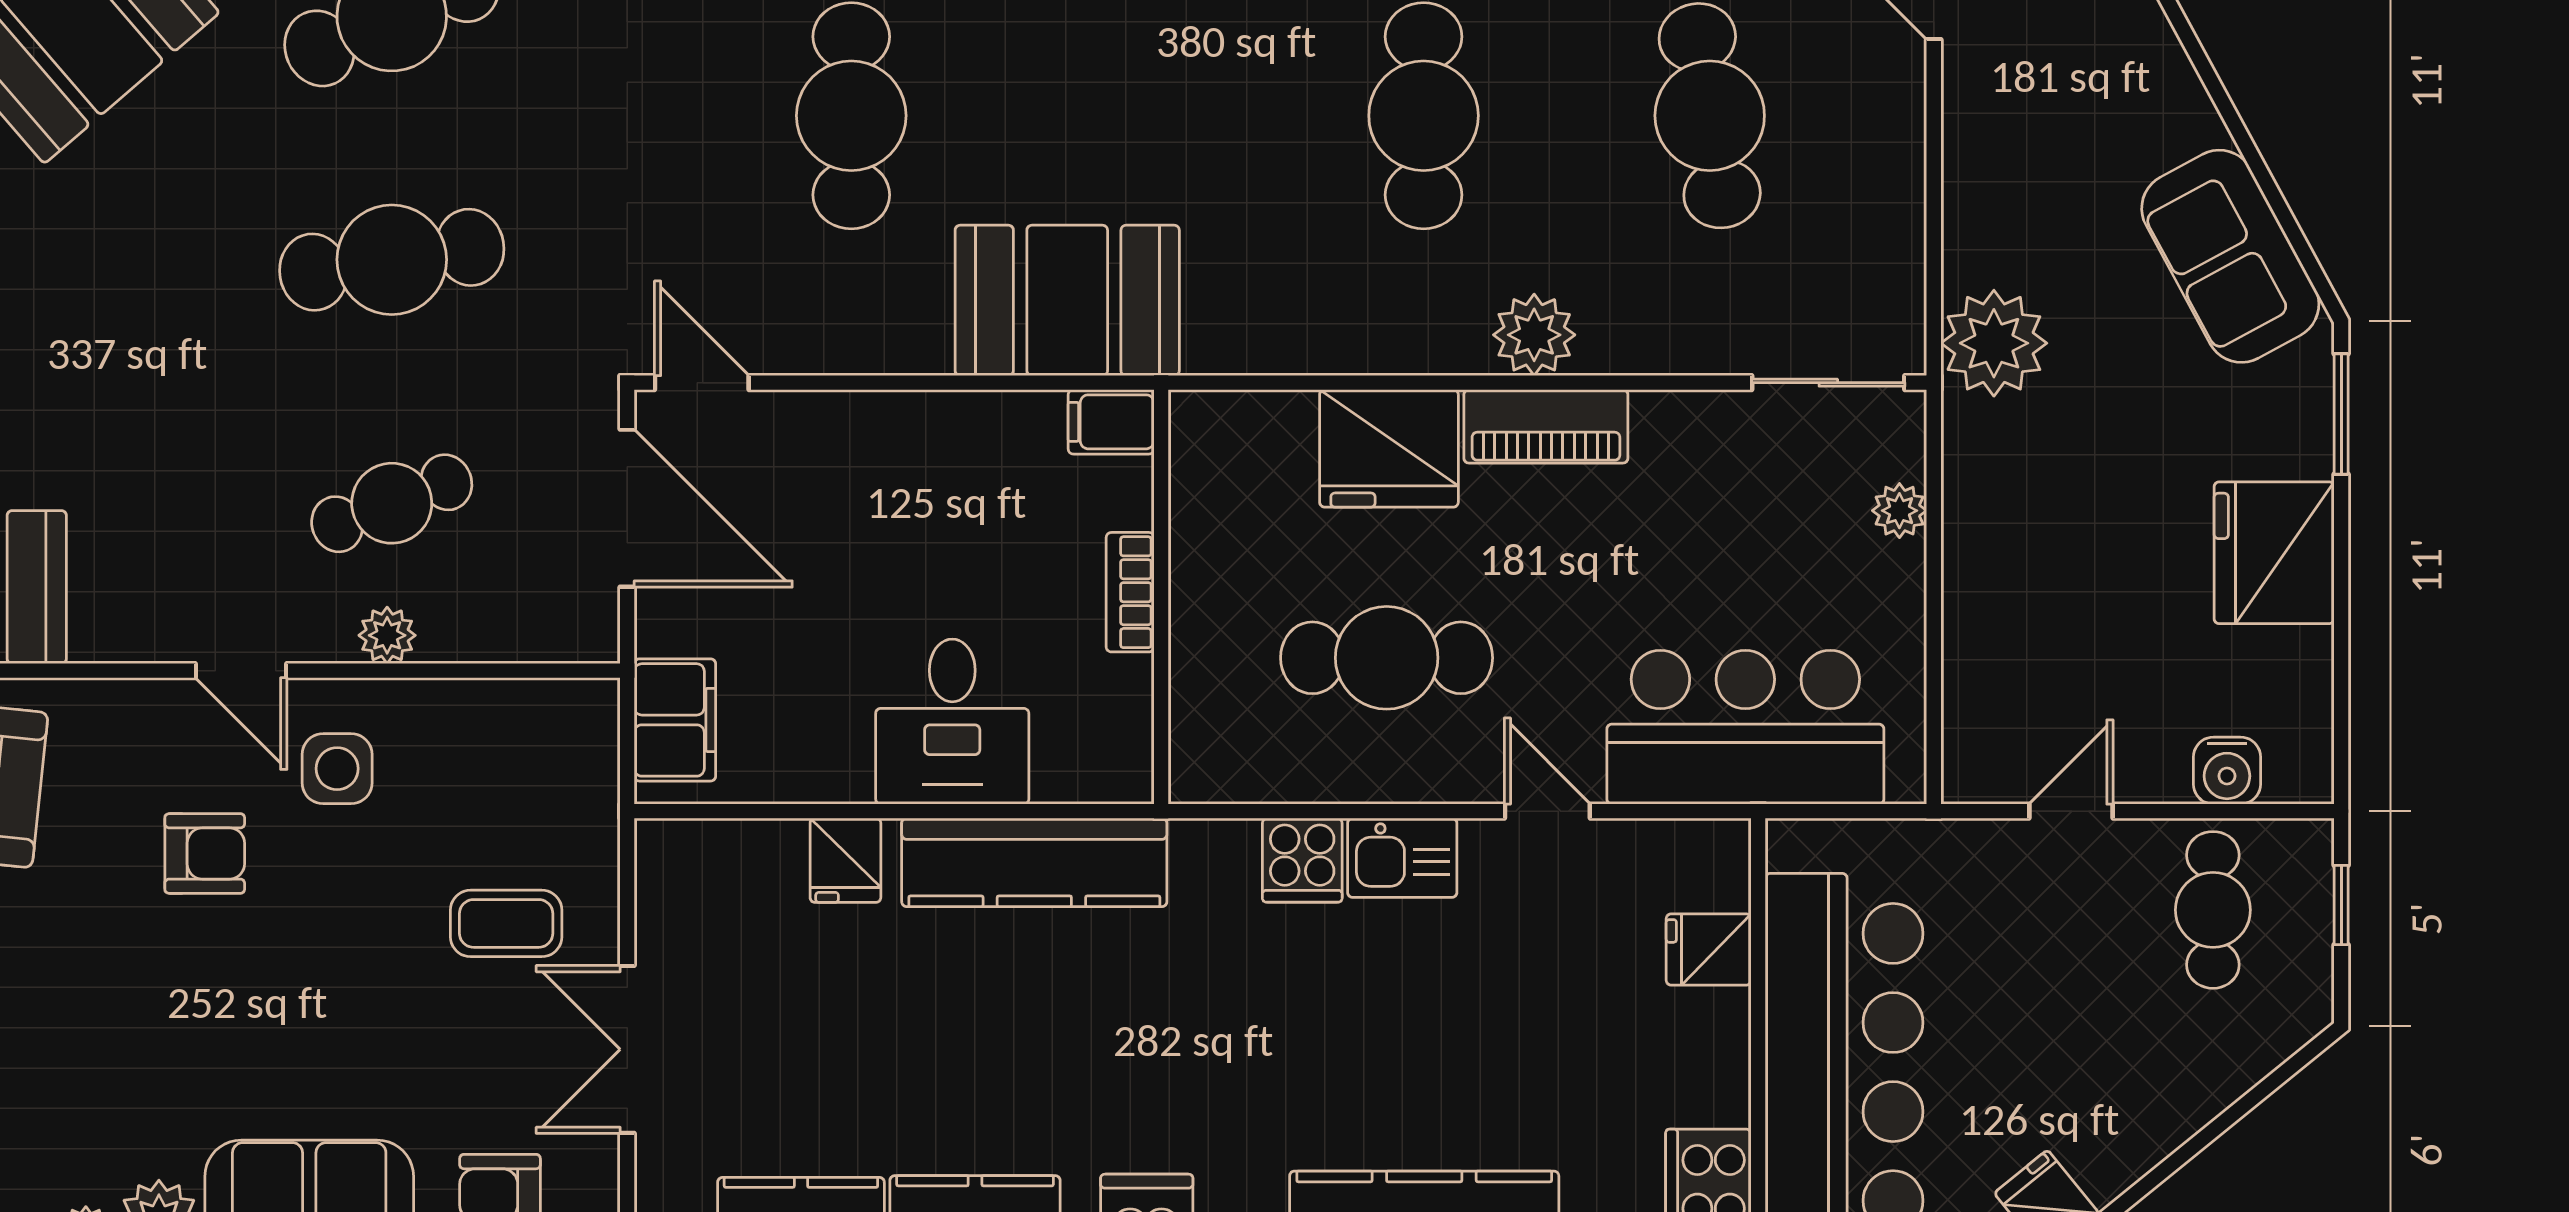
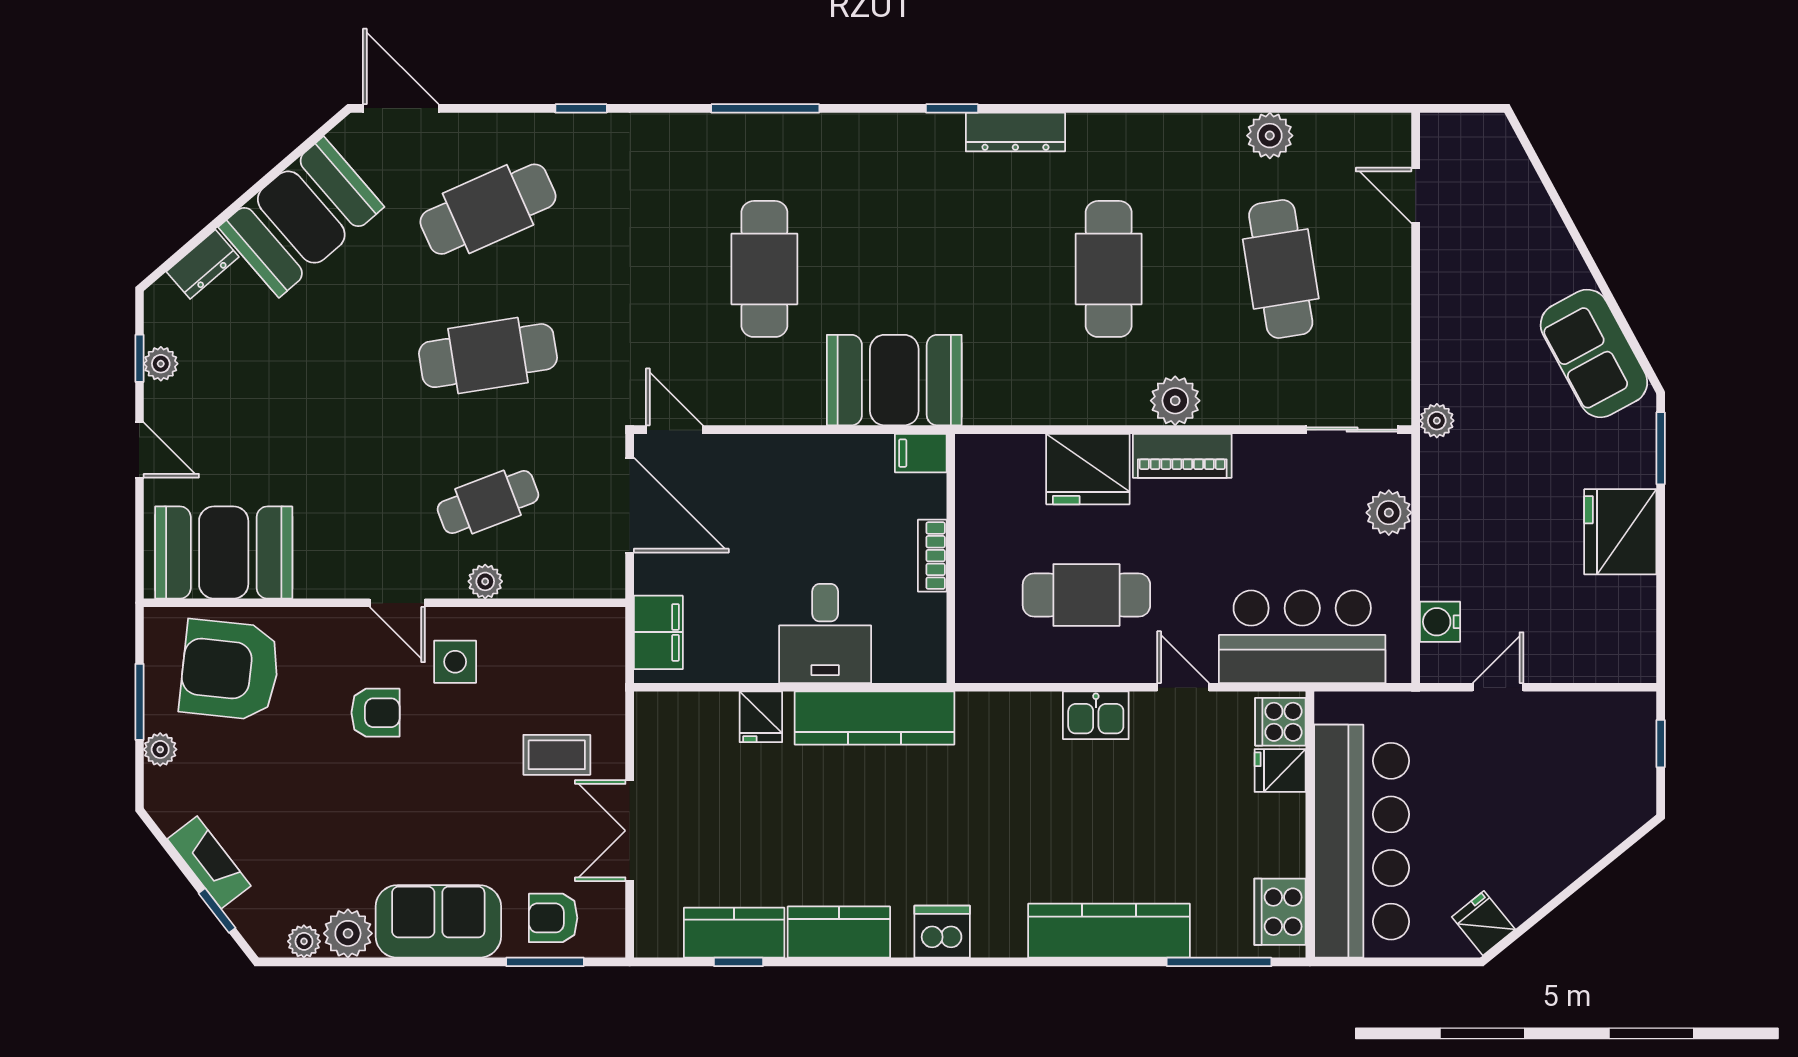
plant: (1994, 343) -> (1437, 421), width x0.53, depth x0.53
plant: (1899, 511) -> (1389, 513), width x1.38, depth x1.38
water cooler: (2227, 771) -> (1440, 622), moved, turned 90
cooker: (1302, 860) -> (1280, 722), moved, turned 90
cafe table: (2213, 910) -> (1583, 747), removed

